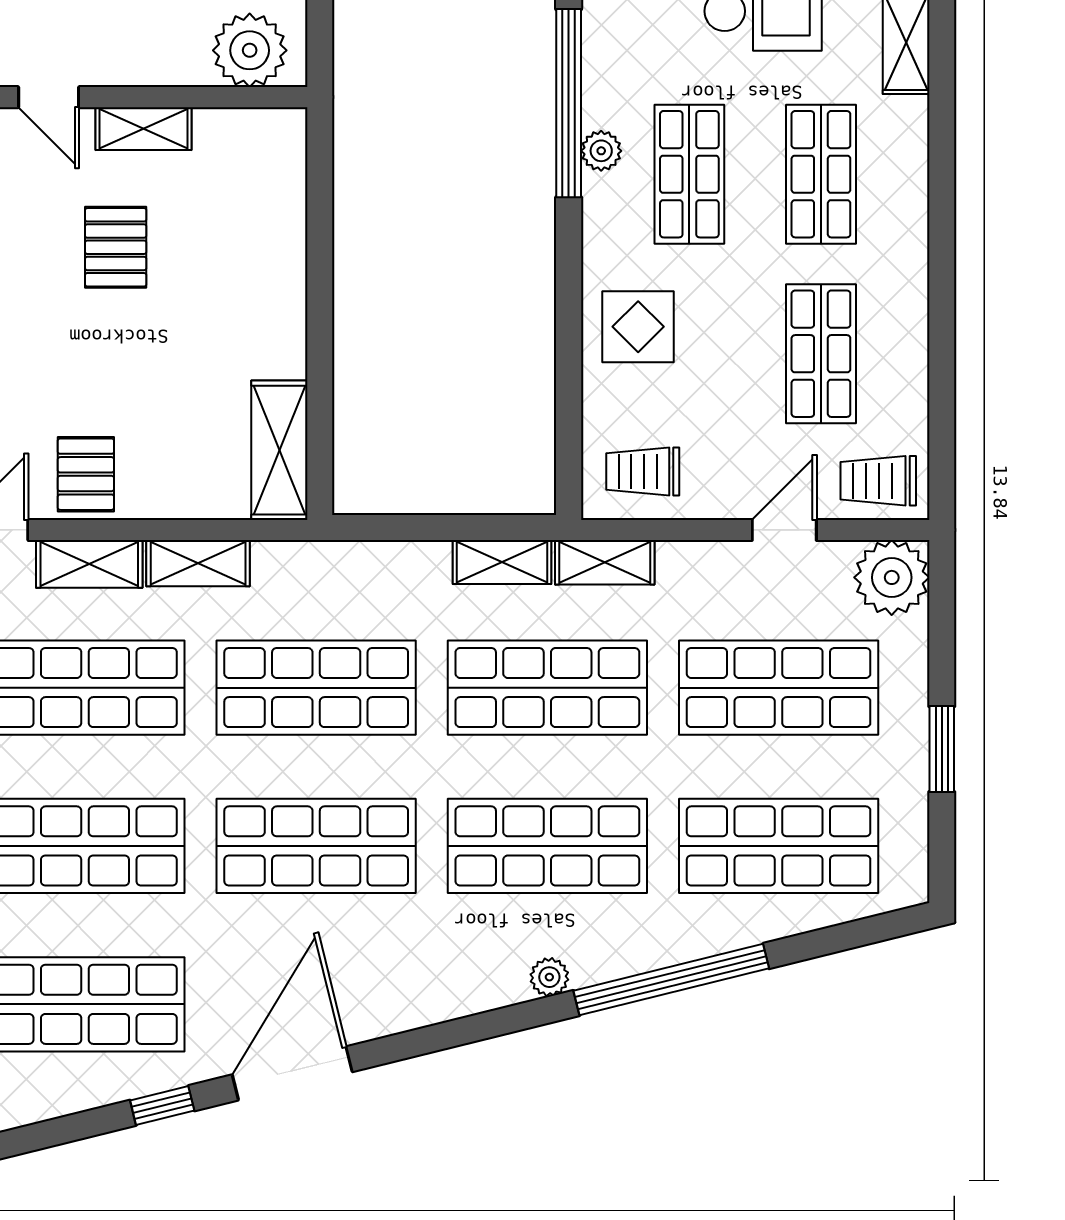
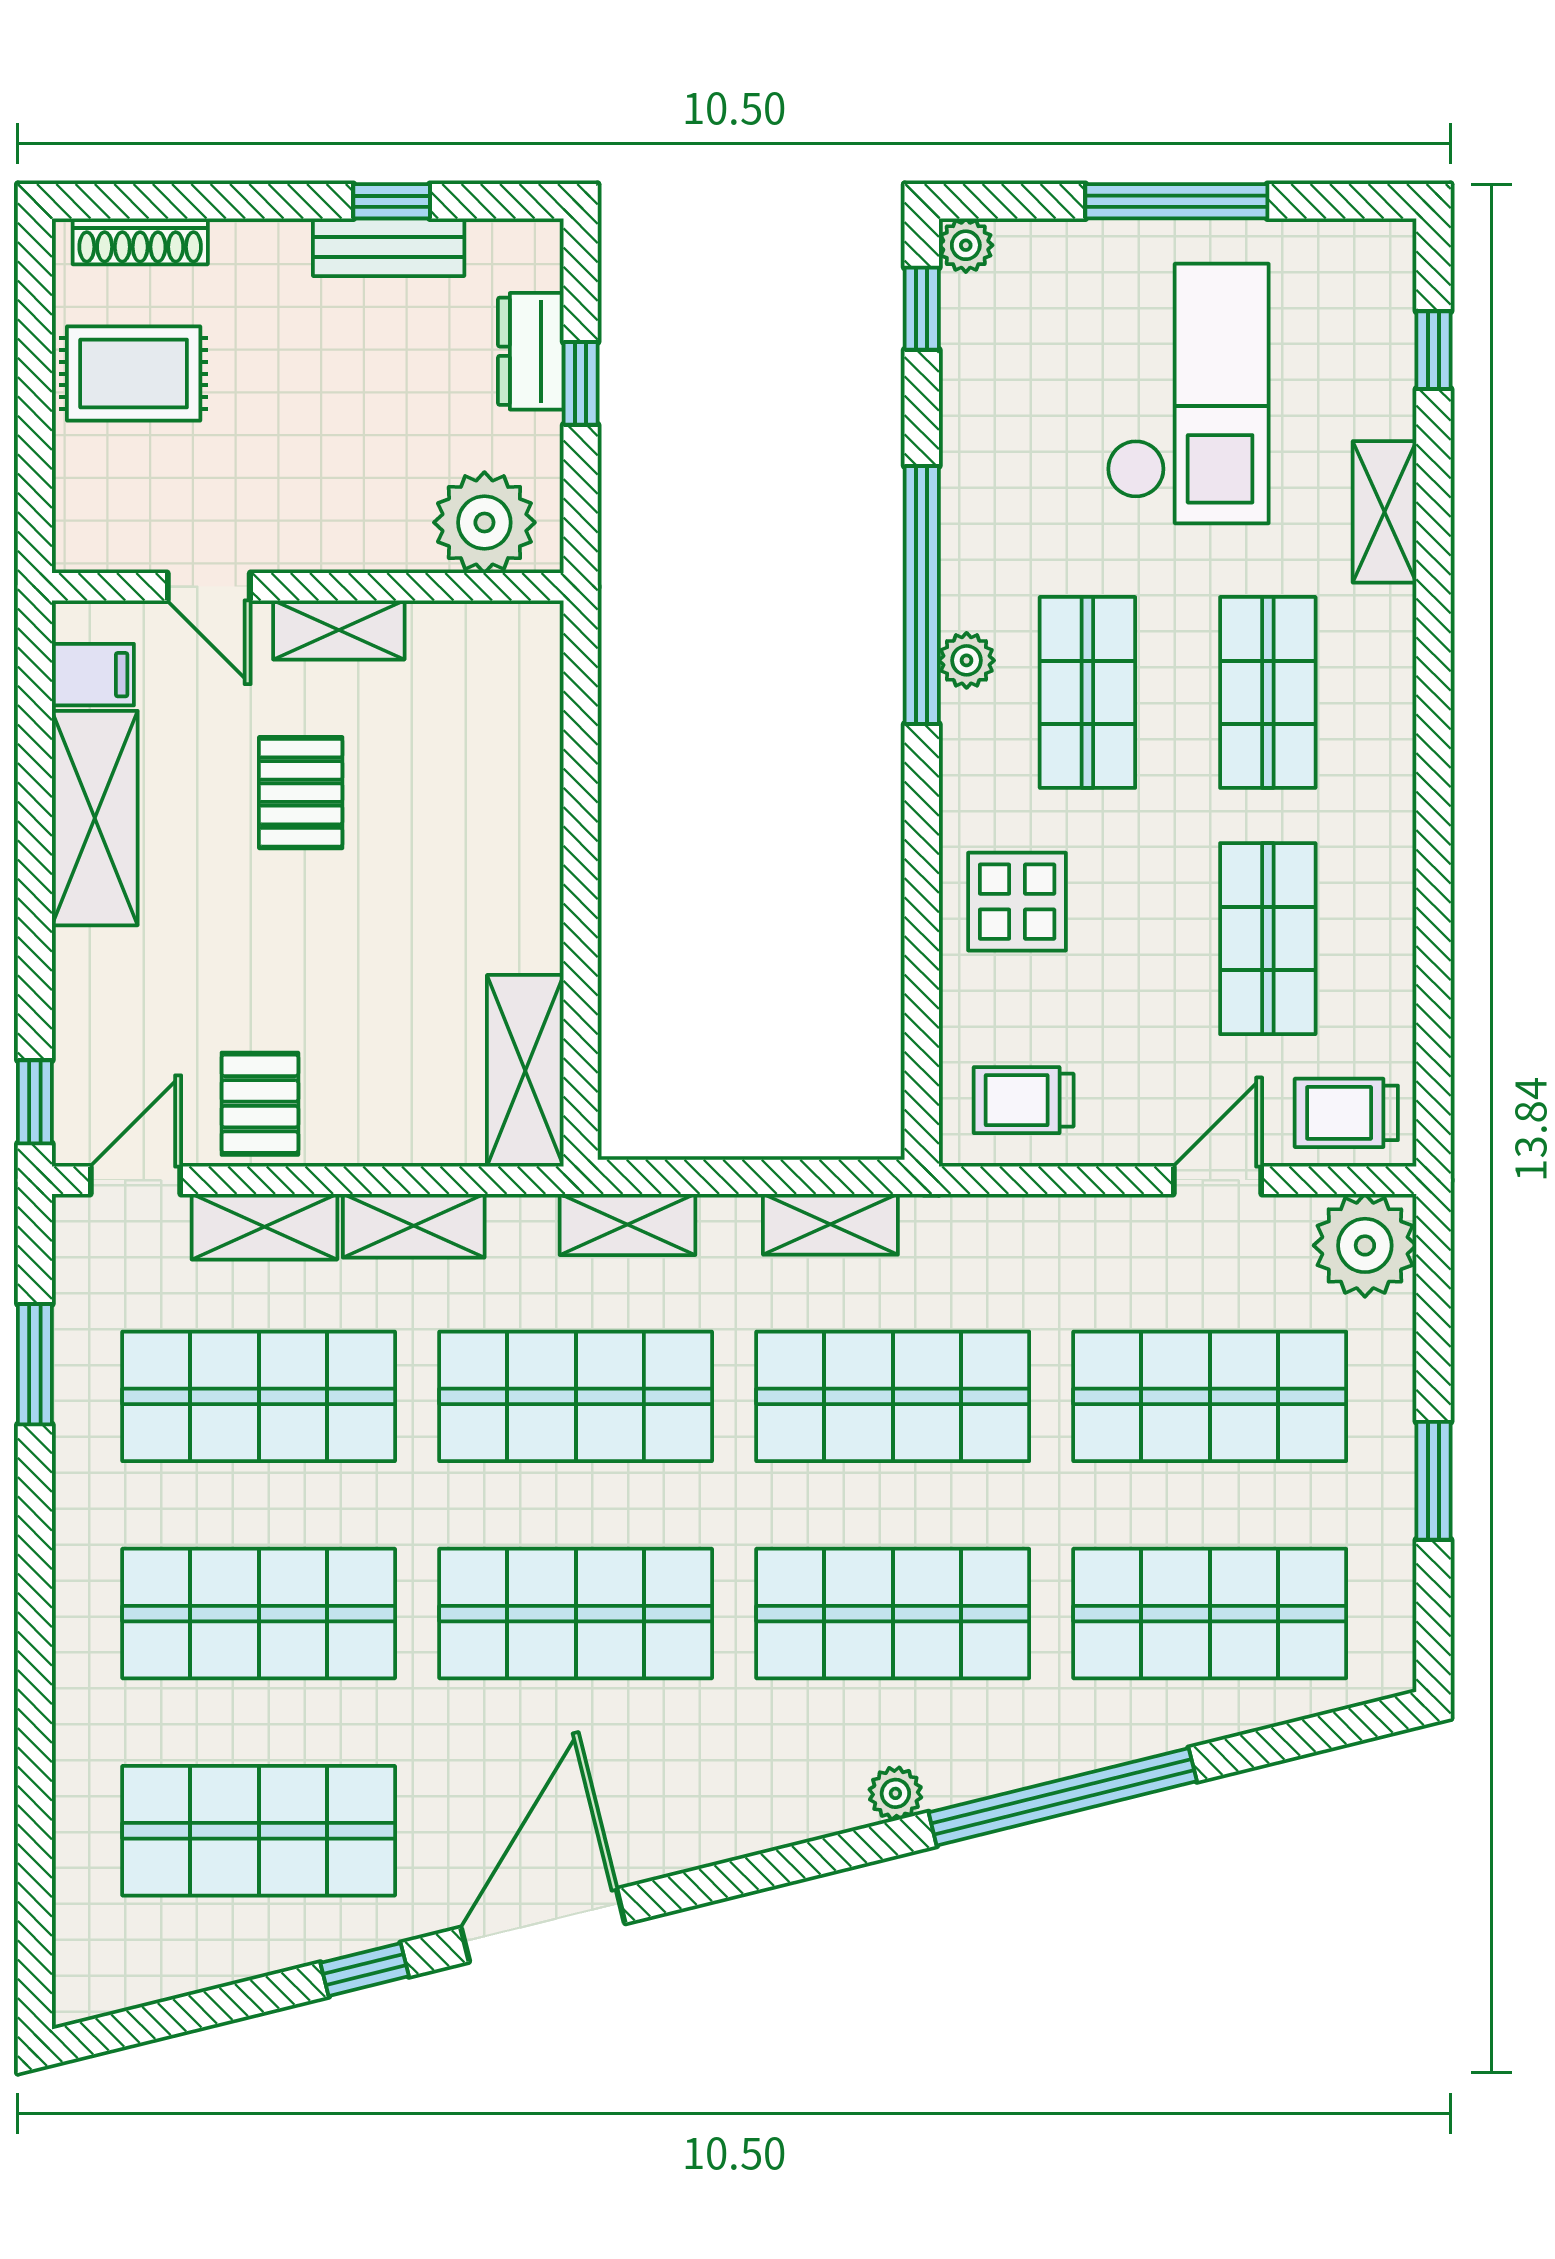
shelving: (605, 562) -> (628, 1225), moved

